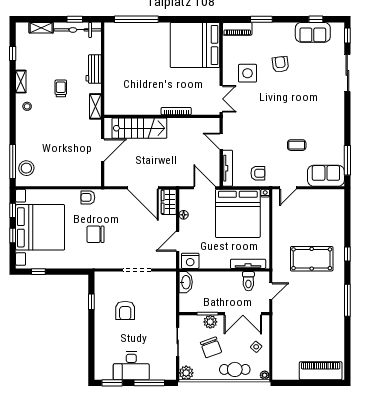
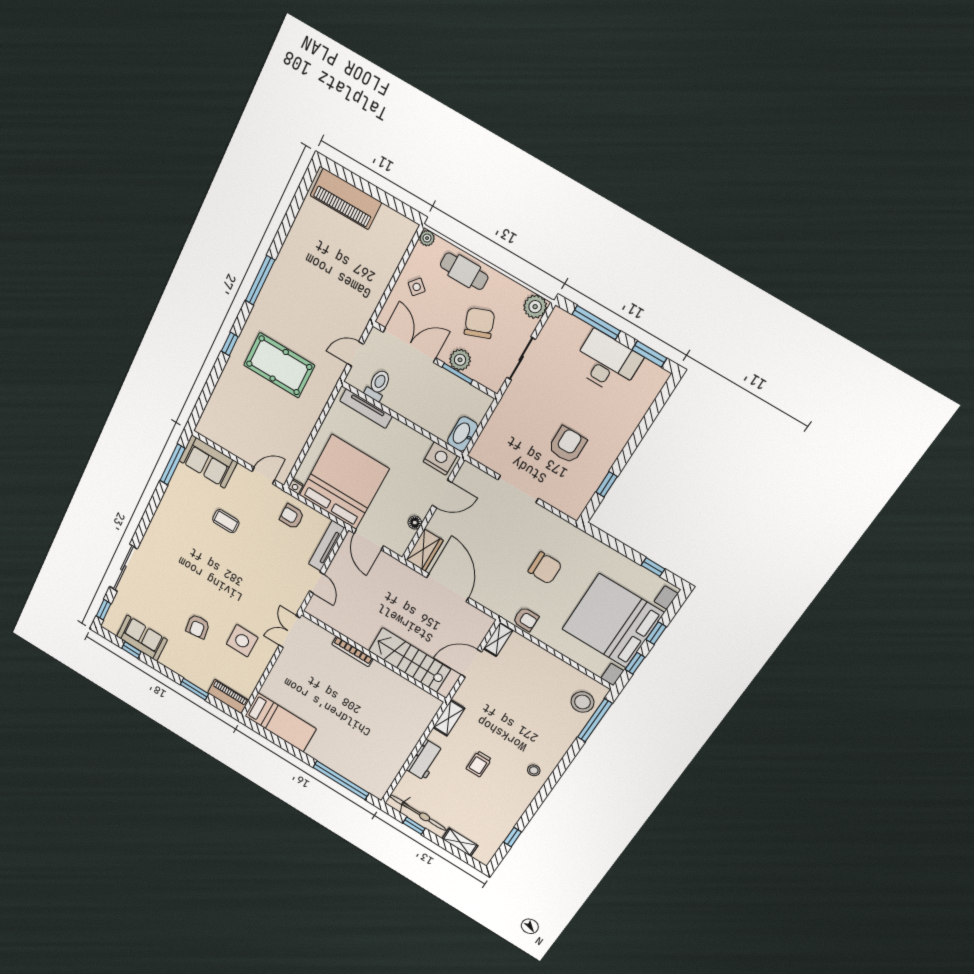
bed: (195, 45) -> (281, 722), width x0.49
shelving: (21, 82) -> (498, 639), moved

